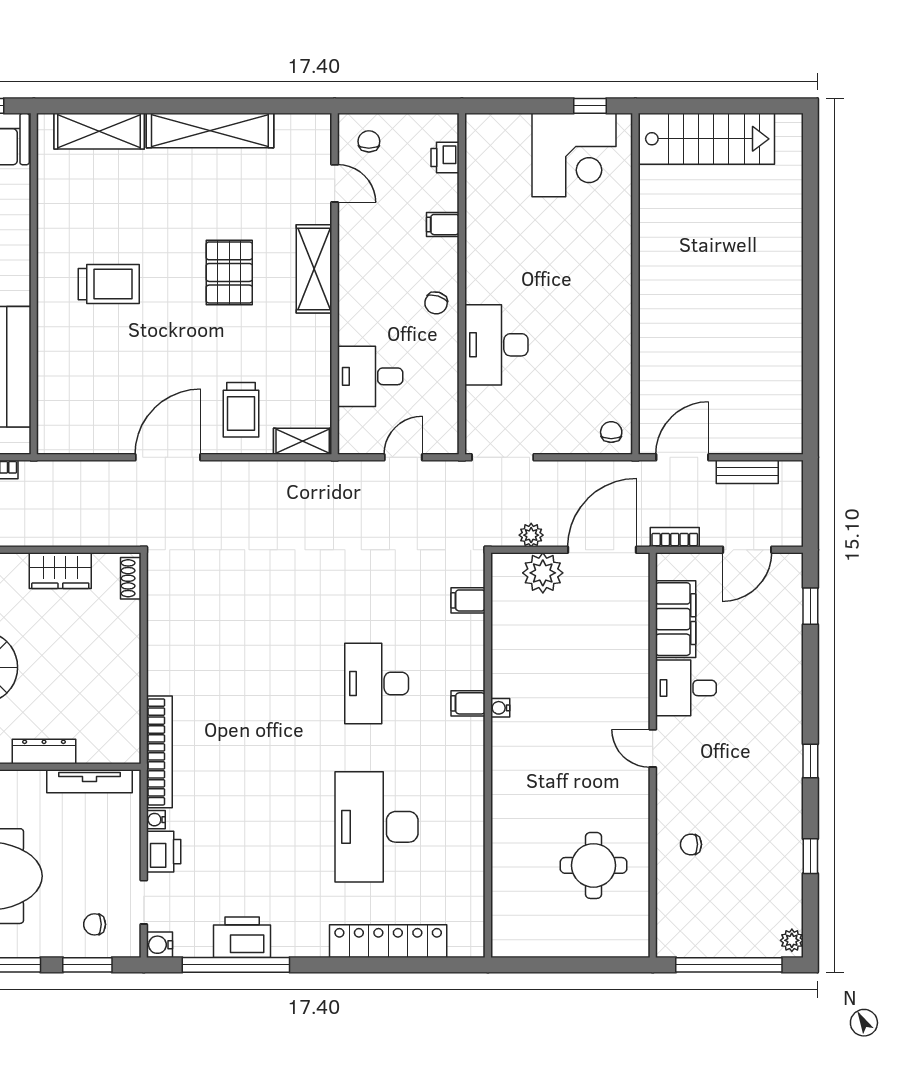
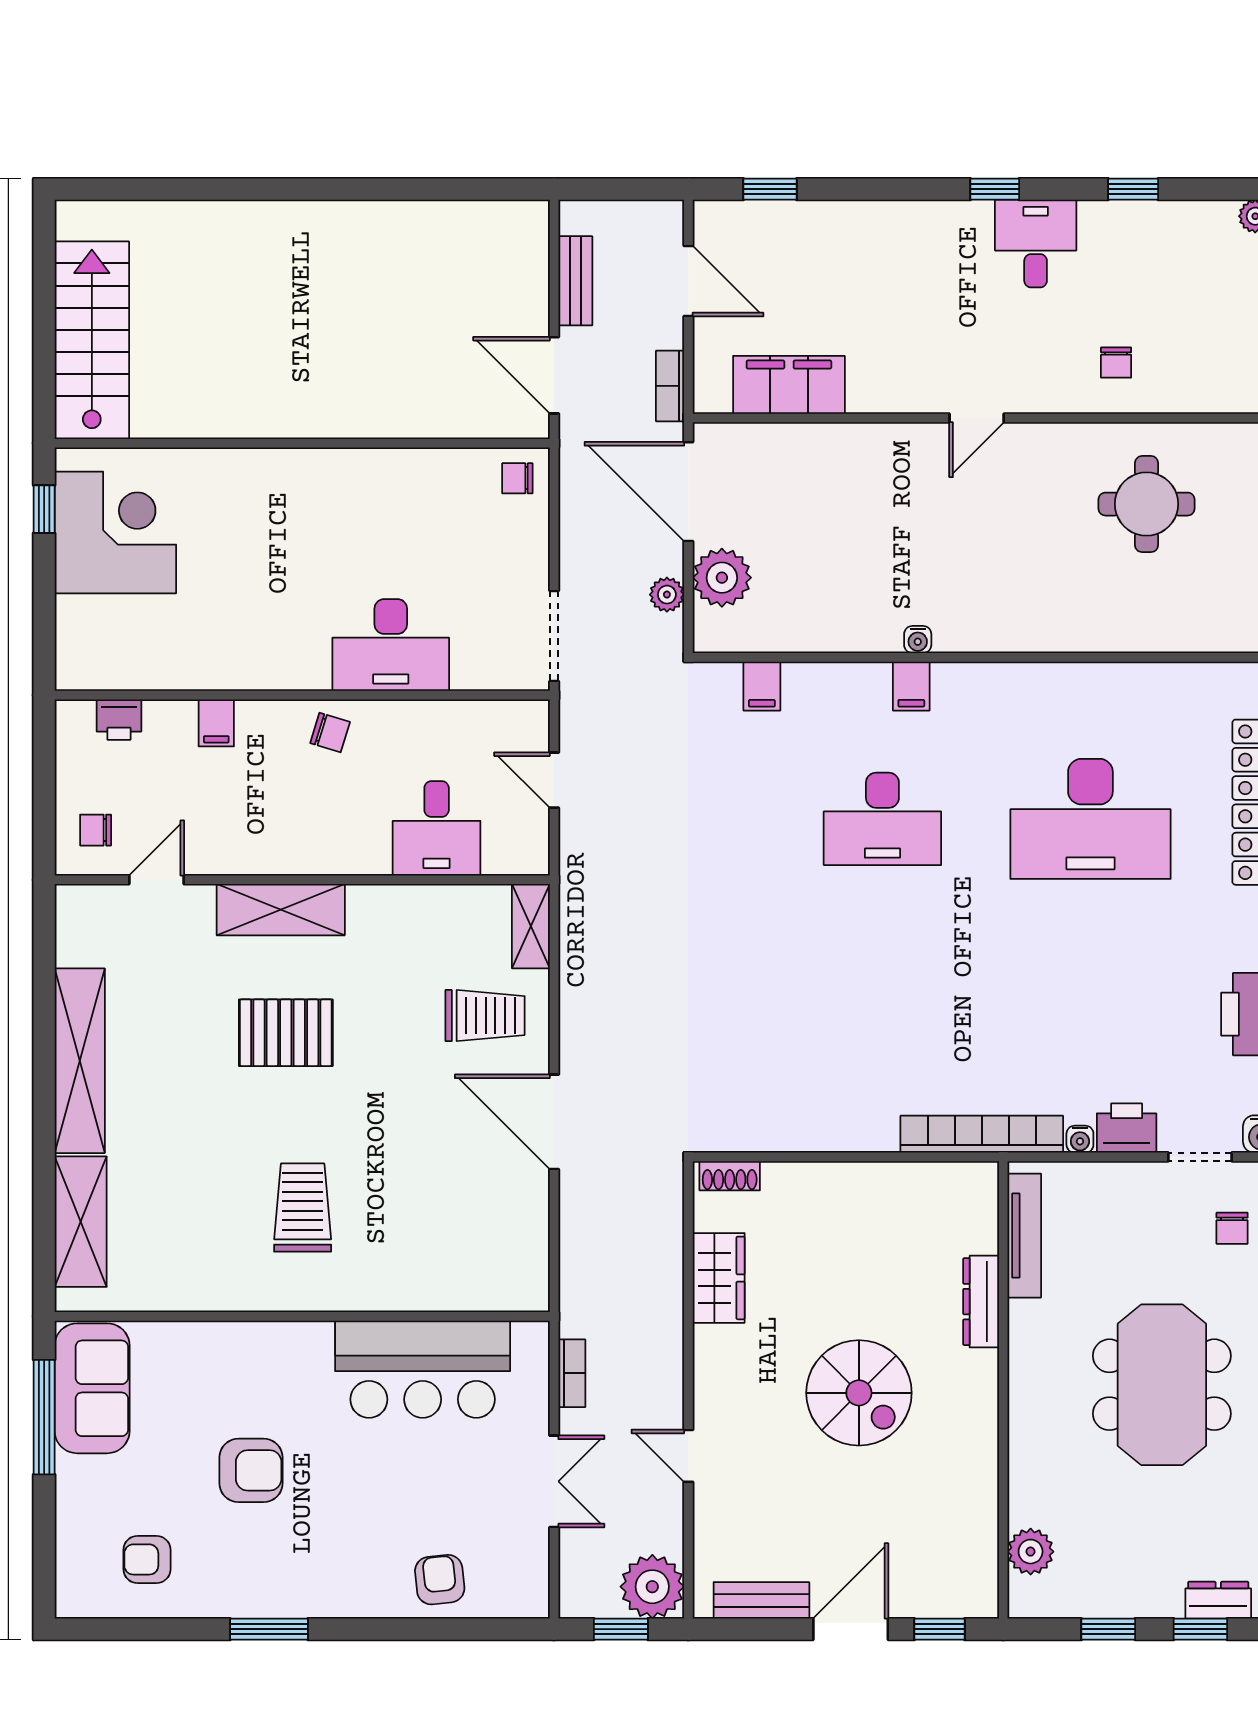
desk: (686, 688) -> (1036, 244), moved, turned 180

